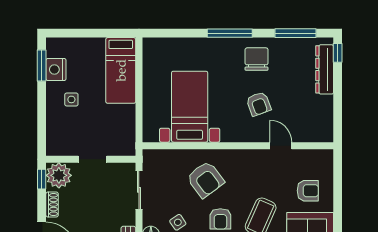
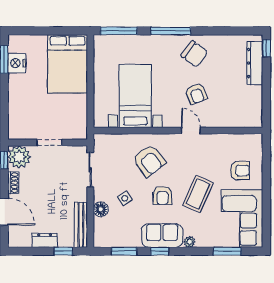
window: (296, 33) -> (119, 31), moved
chair: (257, 59) -> (194, 54), turned 127
bed: (121, 70) -> (68, 64), width x1.50
side table: (71, 99) -> (30, 90), removed
door: (281, 146) -> (191, 131), moved

